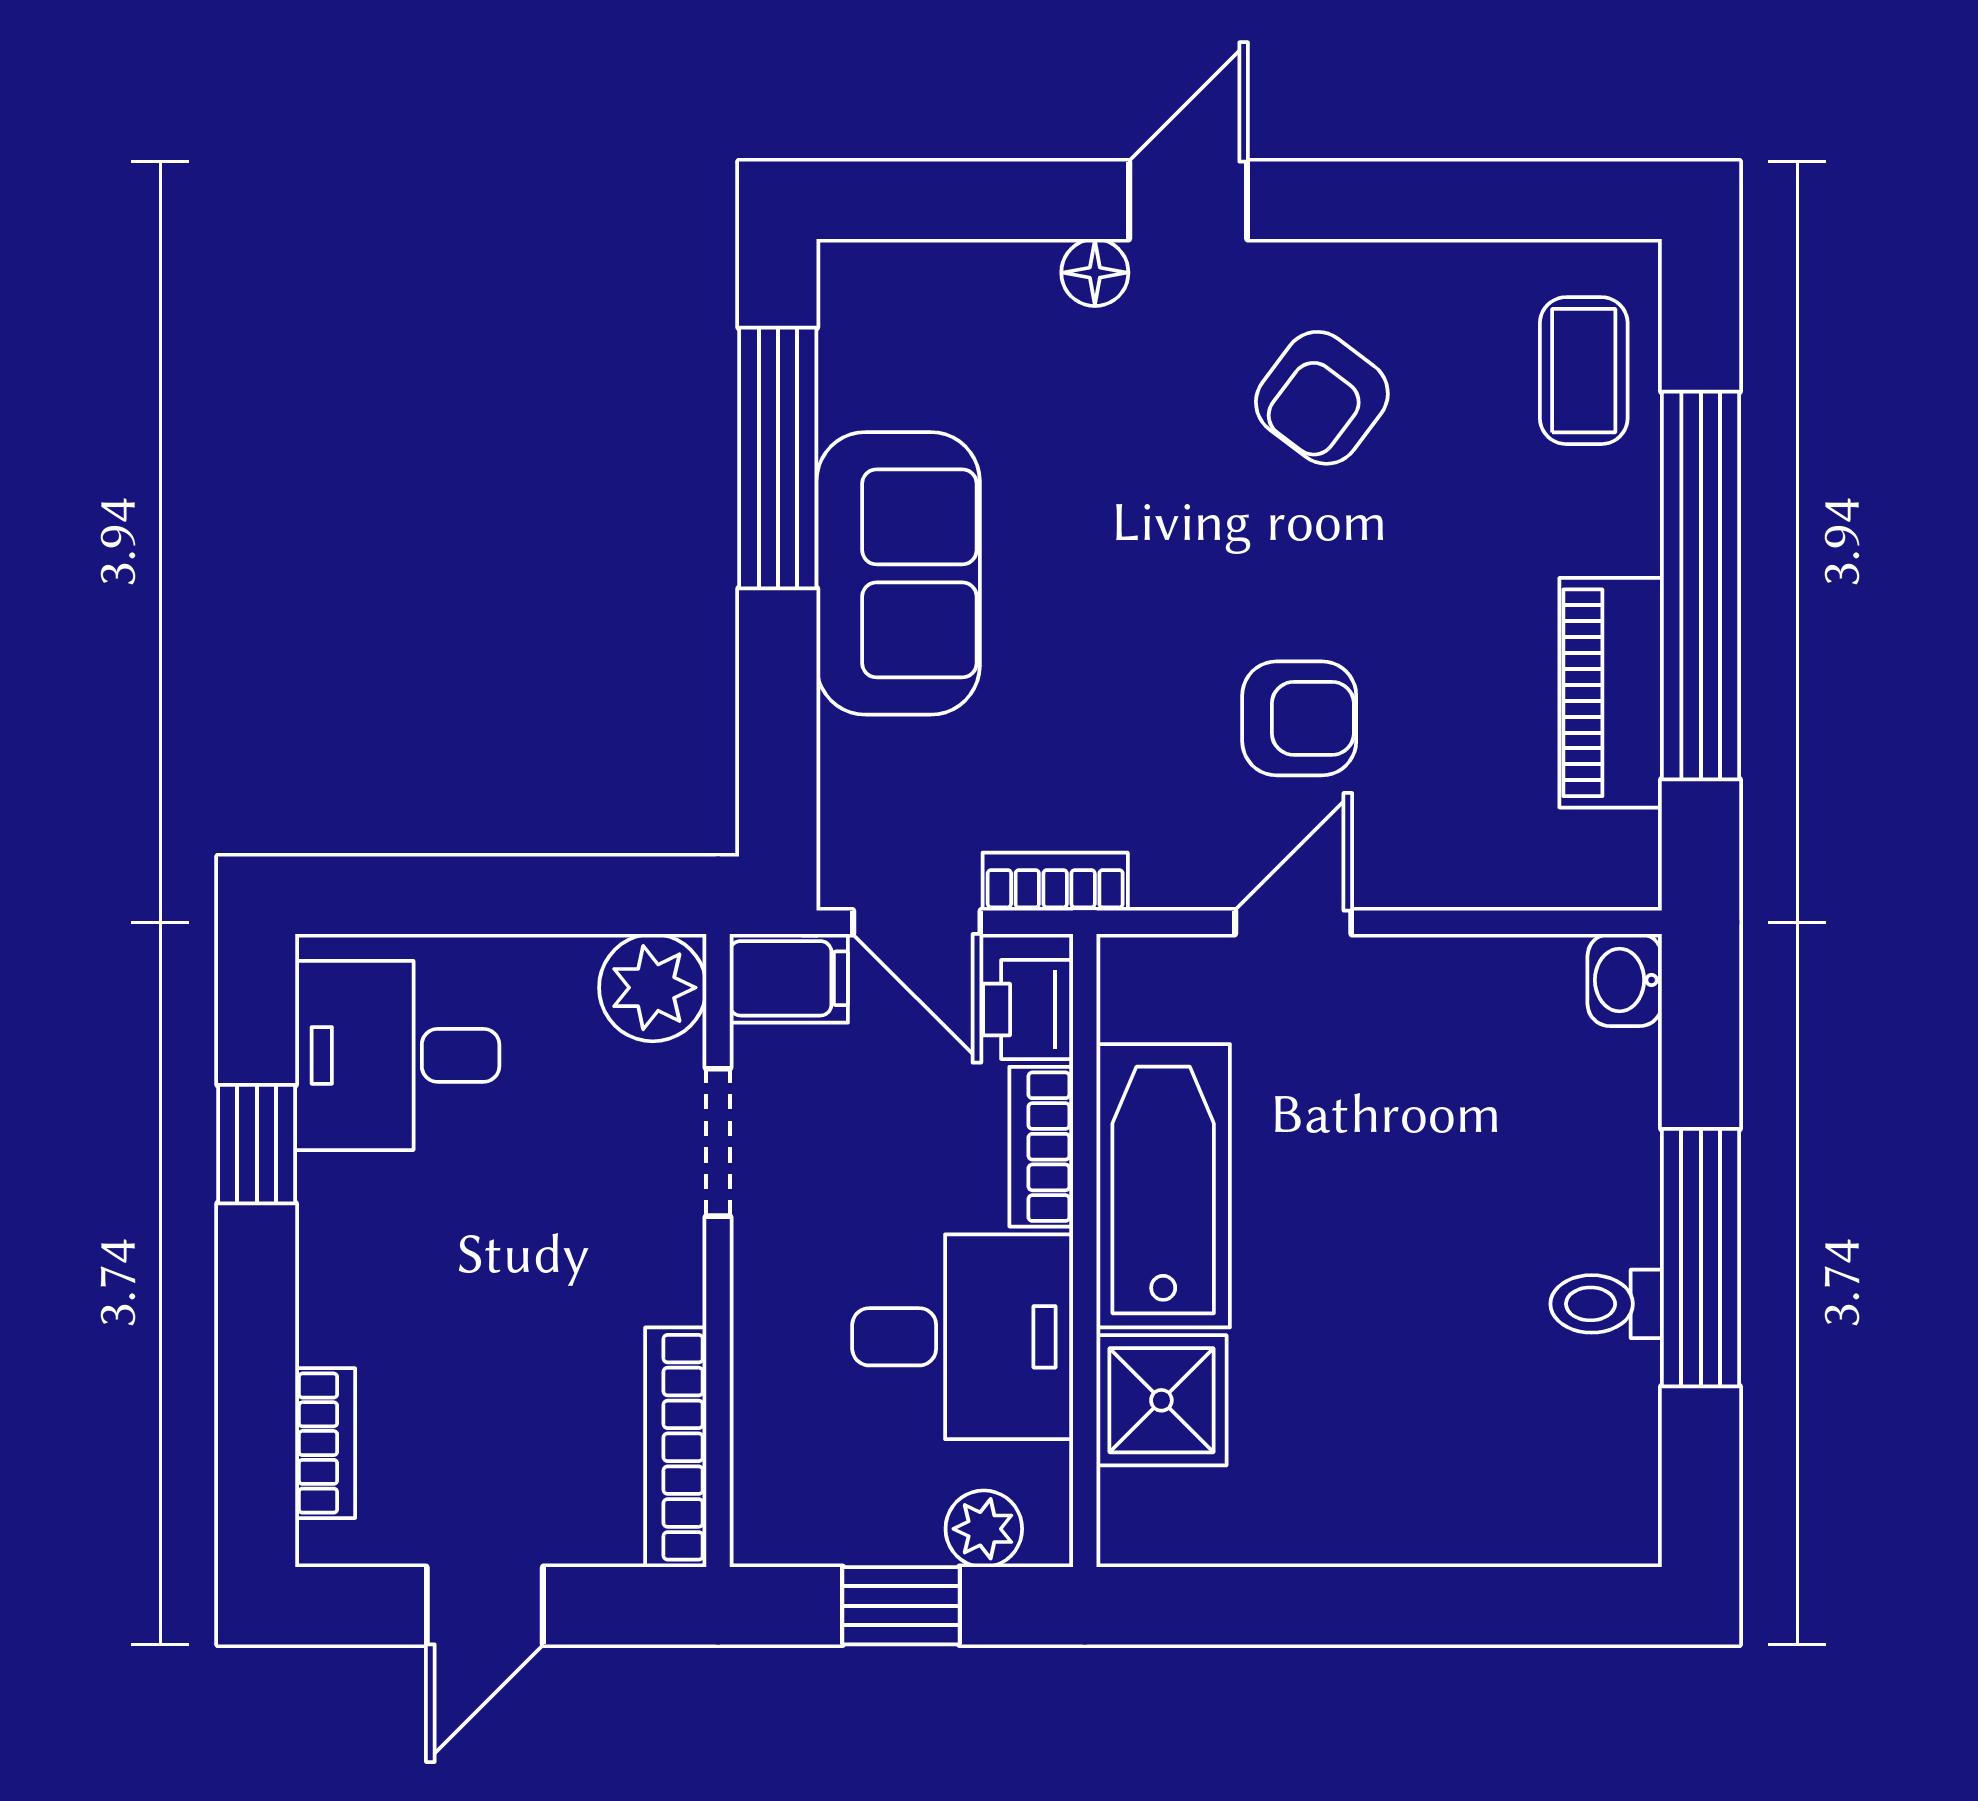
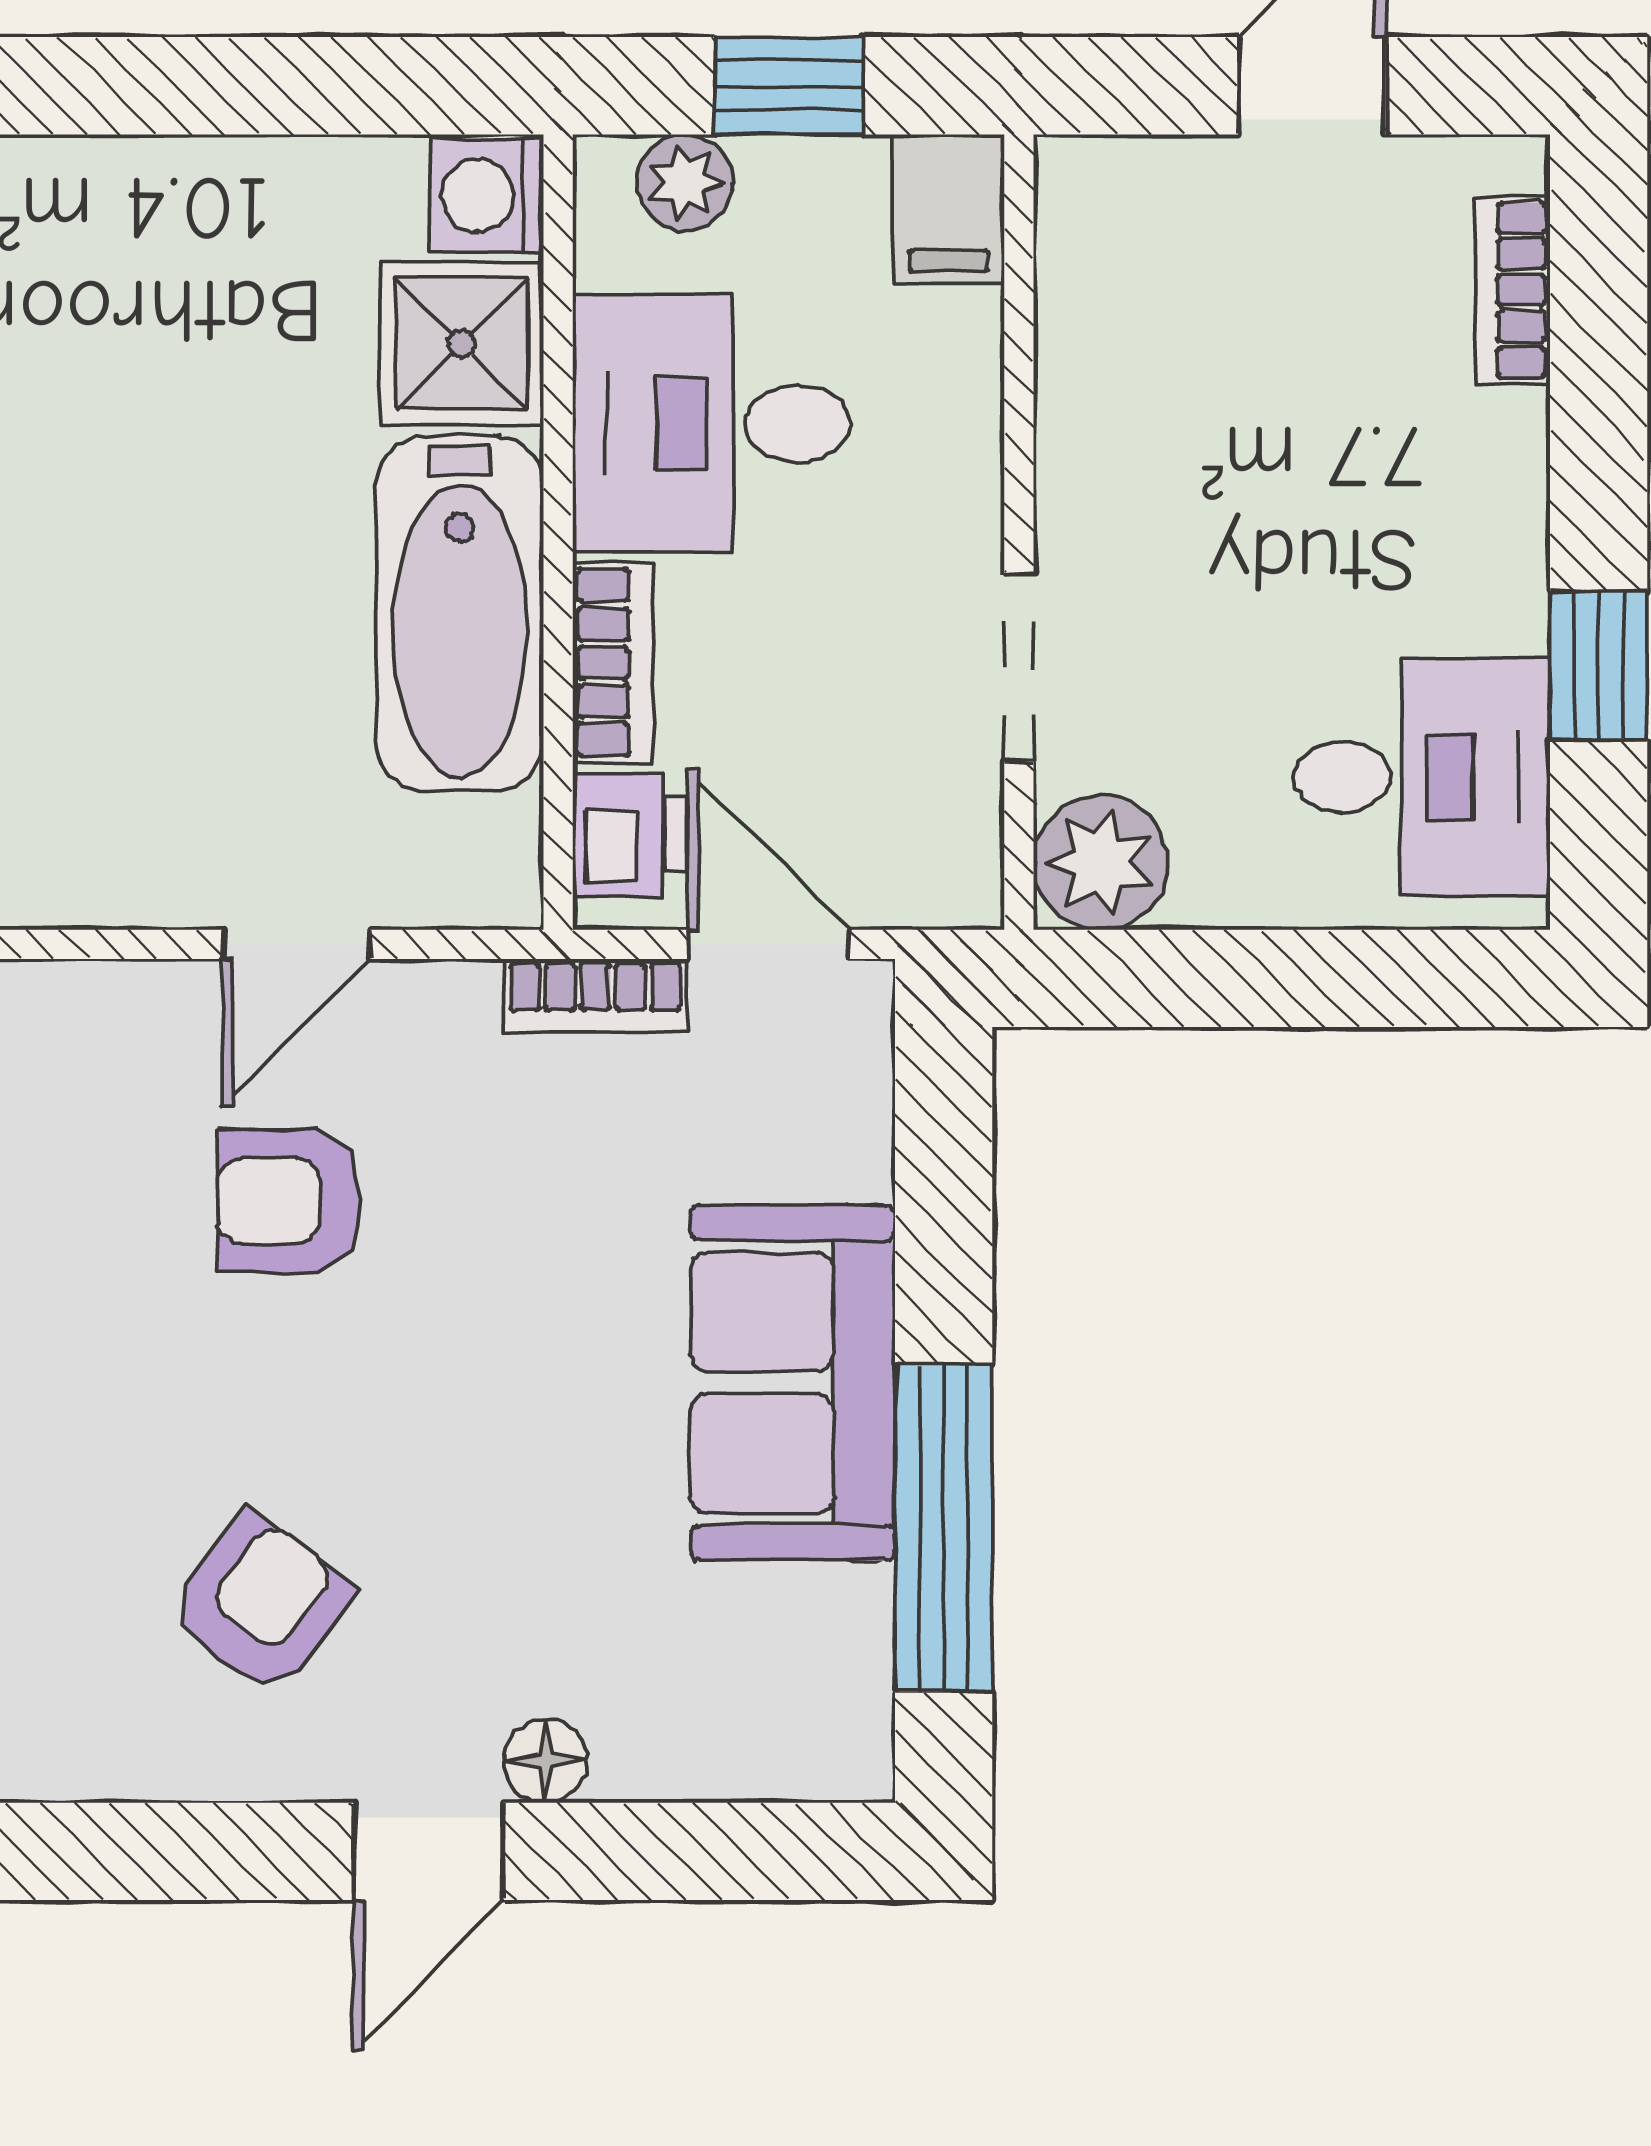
filing cabinet: (789, 978) -> (949, 209), moved, turned -90
bookcase: (676, 1447) -> (1072, 285), removed
washing machine: (1141, 1518) -> (487, 196), added

